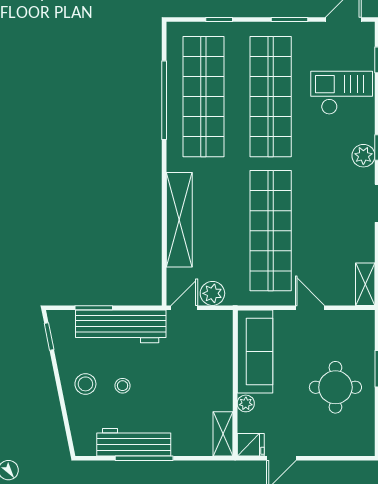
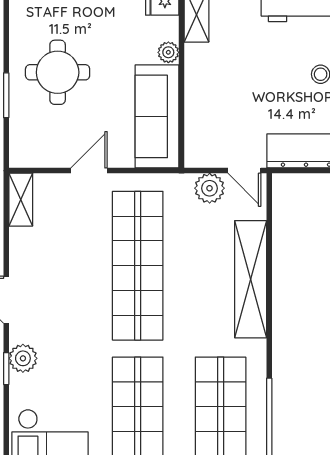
door: (184, 308) -> (244, 171), hinge flipped
door: (310, 308) -> (89, 171), swing flipped

